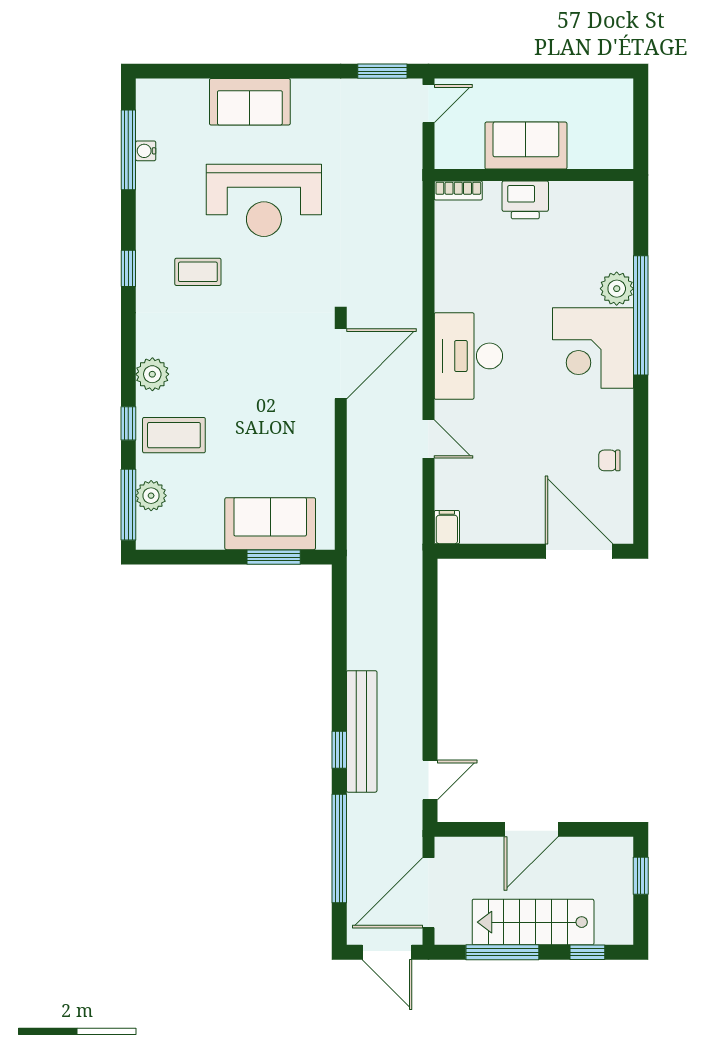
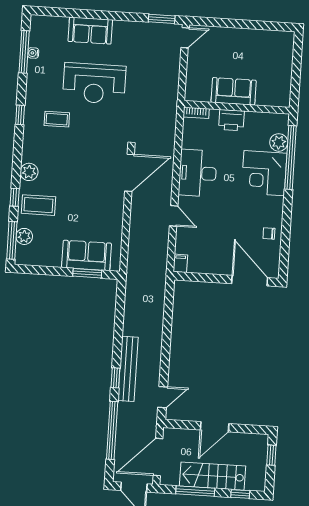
sofa: (526, 146) -> (234, 91), moved
wall: (534, 175) -> (237, 107), moved
bookcase: (458, 190) -> (196, 113), moved
printer: (525, 200) -> (231, 120), moved

